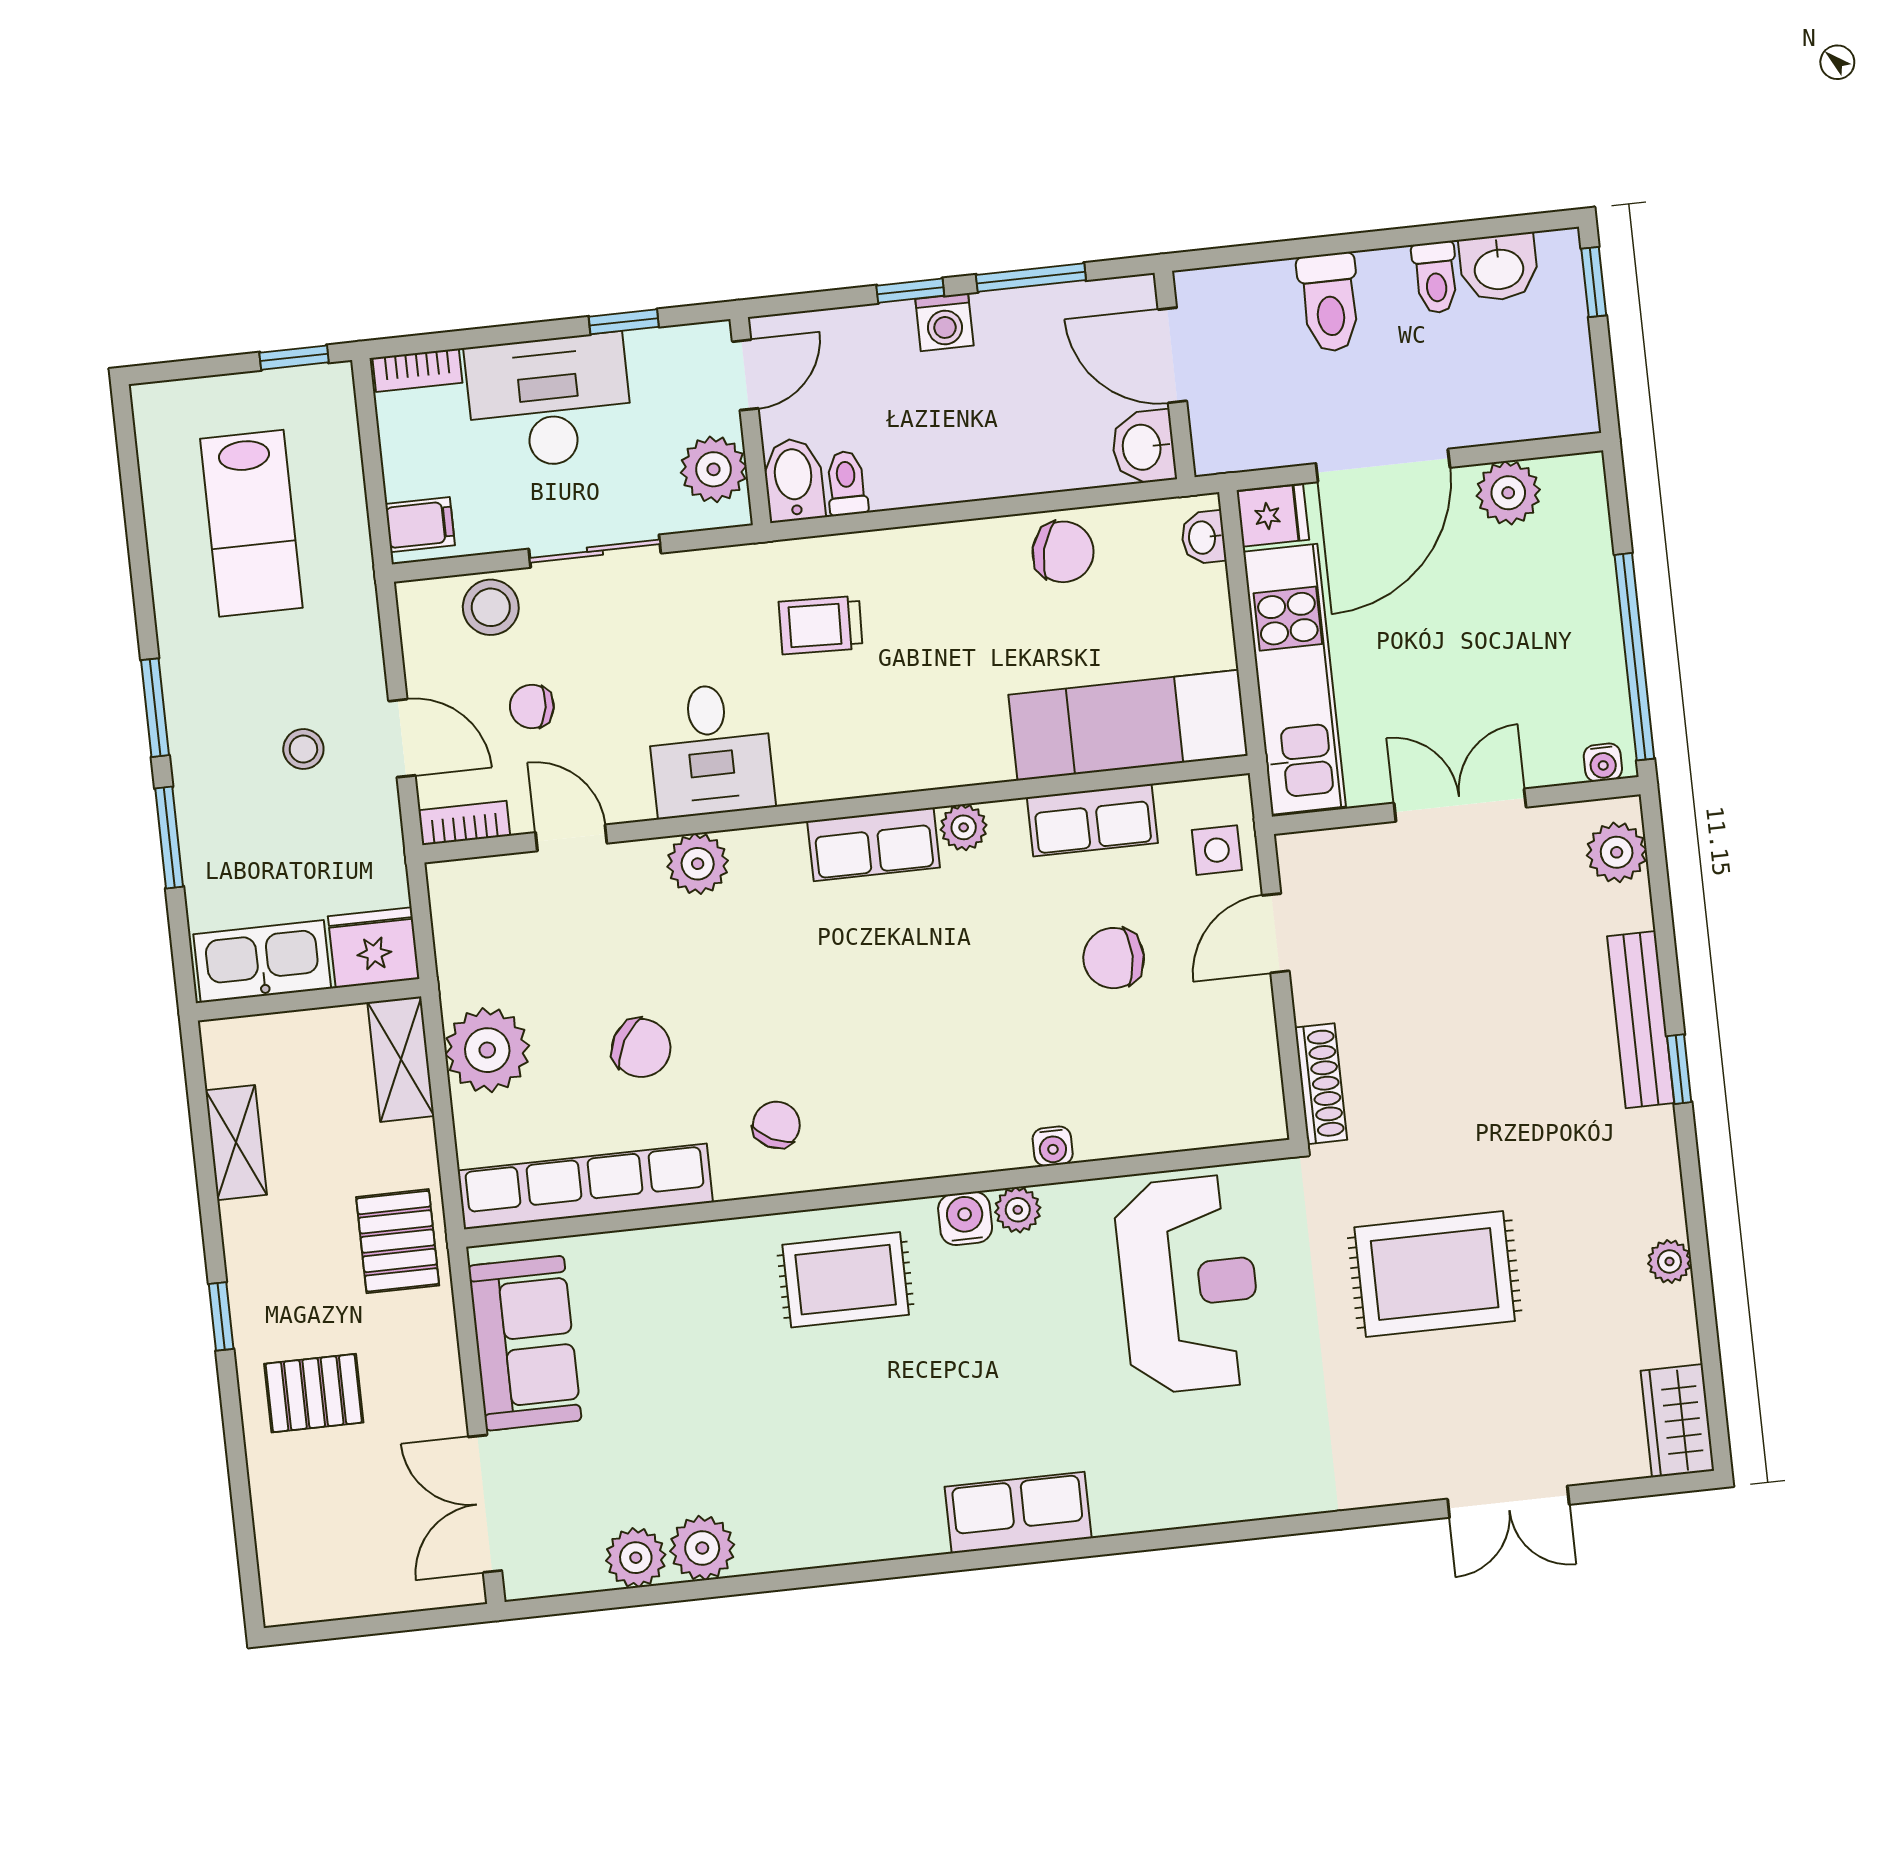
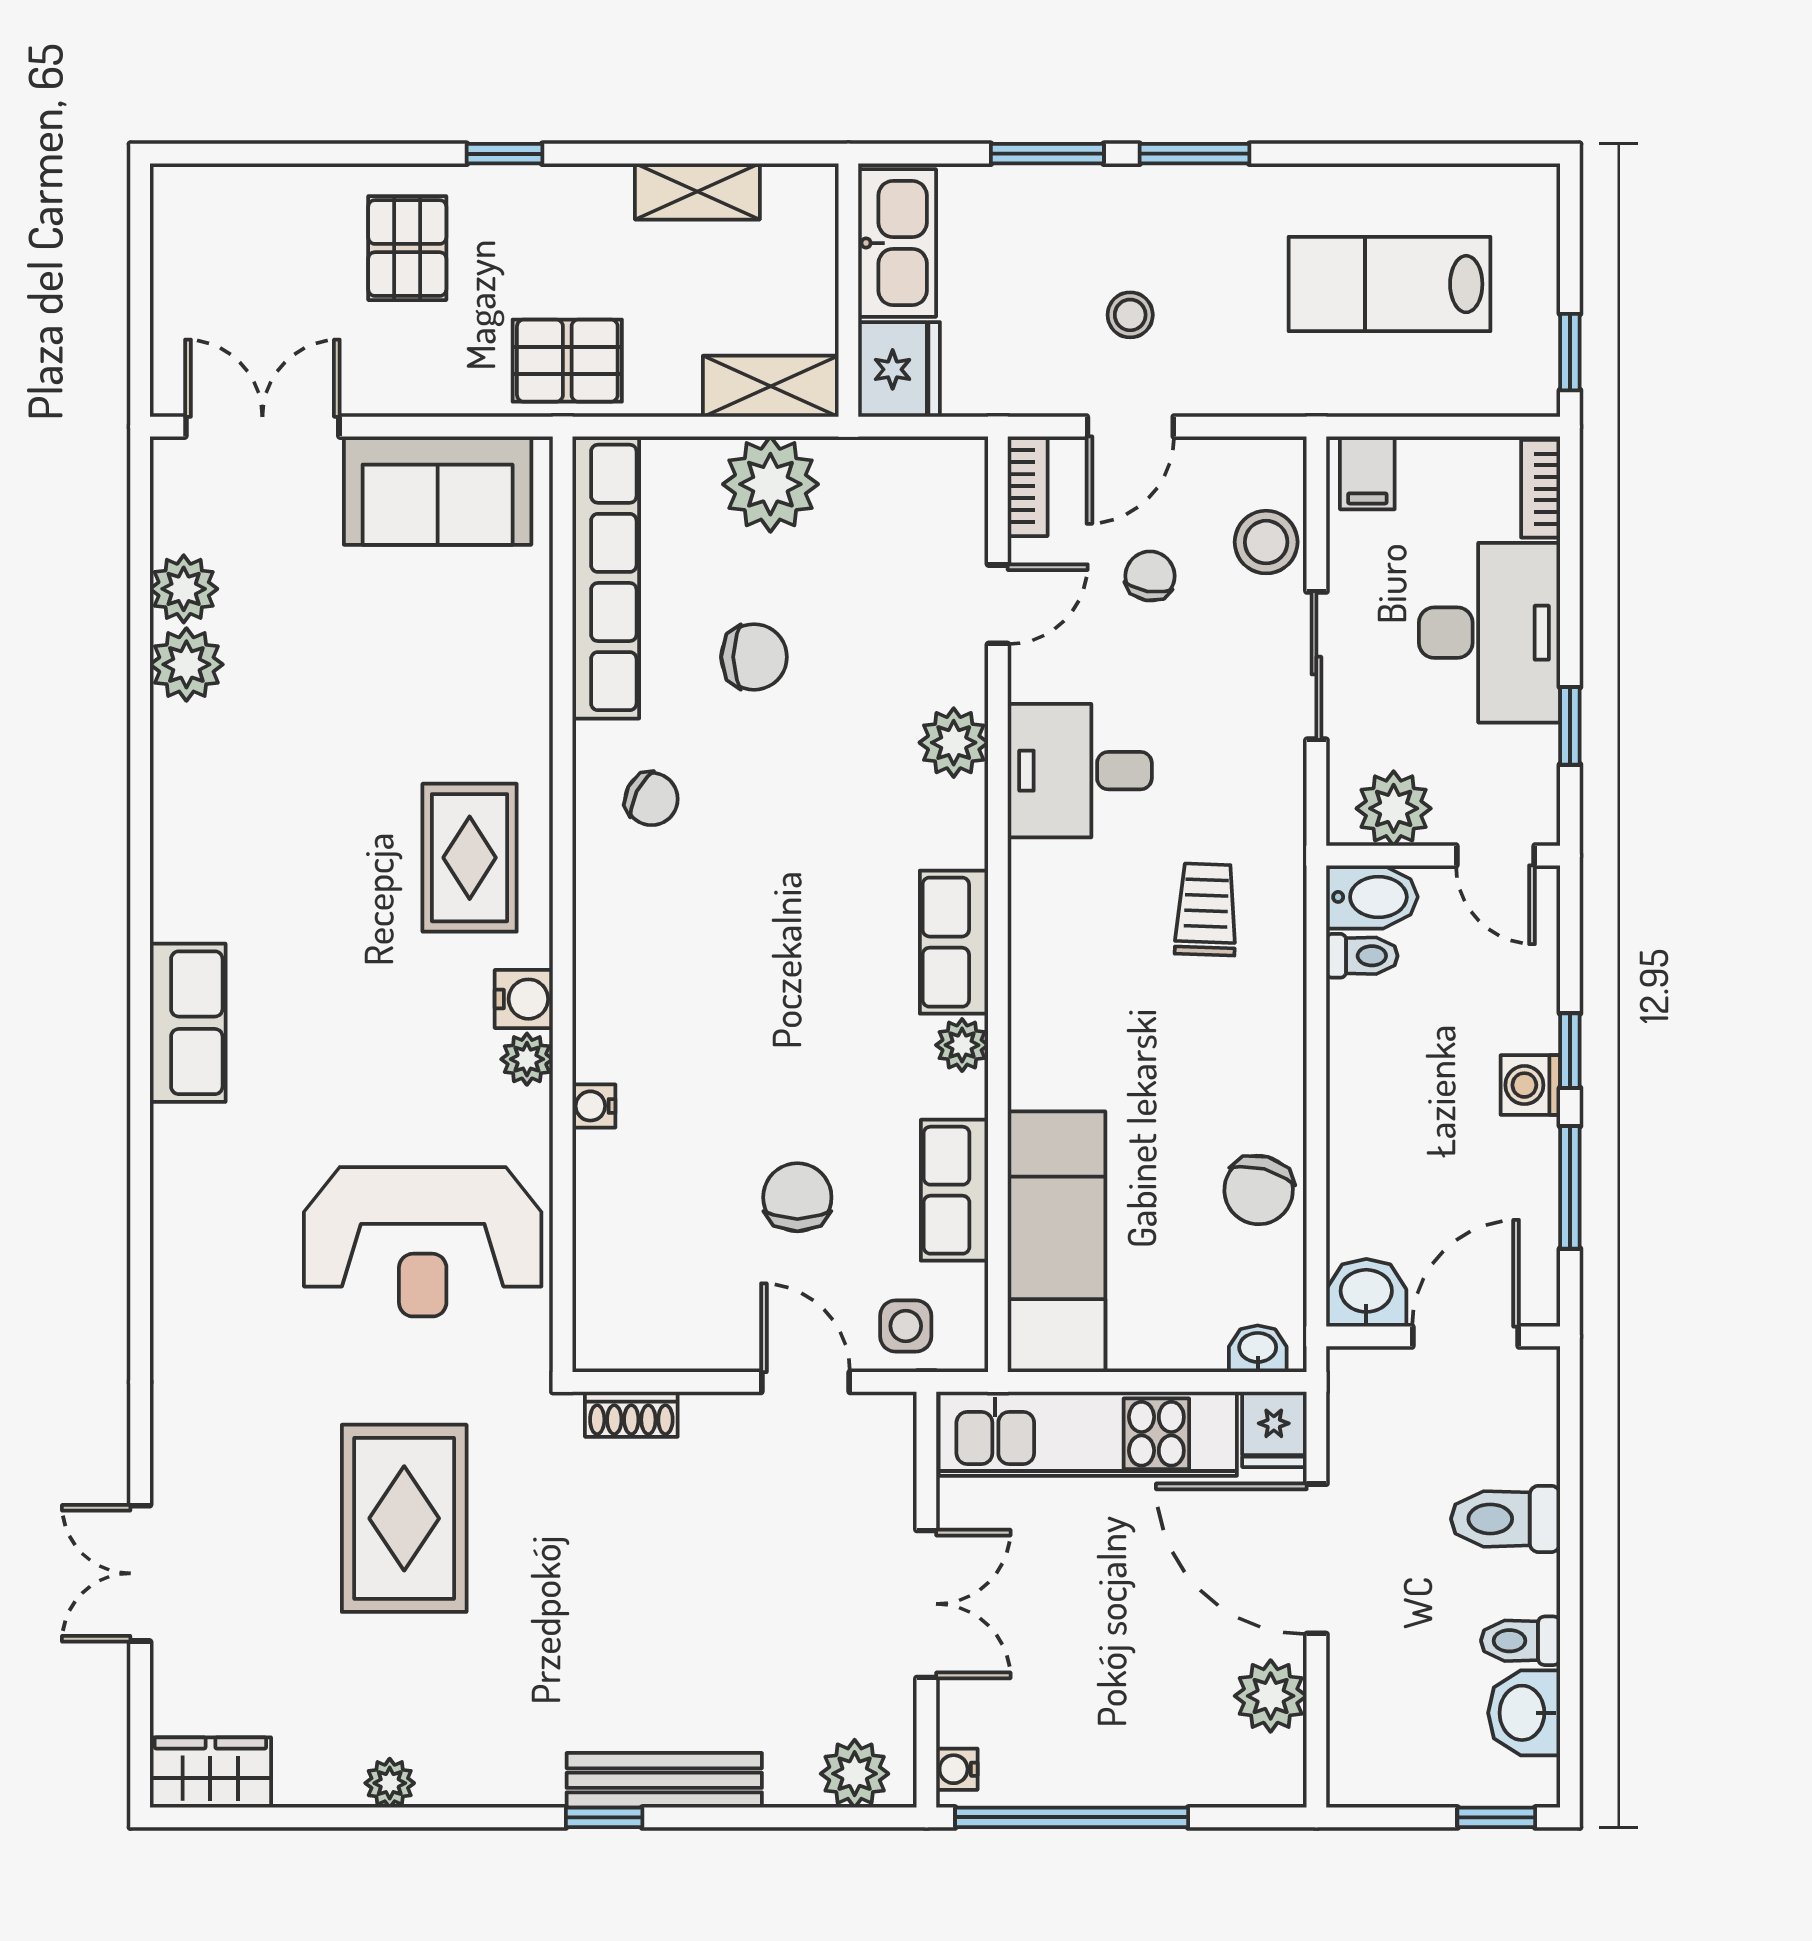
chair: (641, 1048) -> (754, 657), turned -120
shoe rack: (1321, 1084) -> (631, 1414), width x0.70

